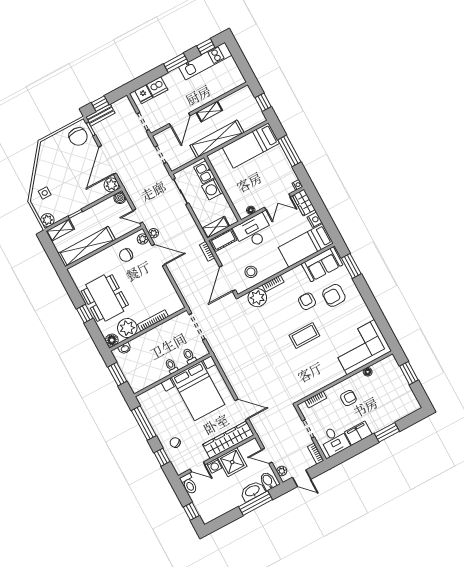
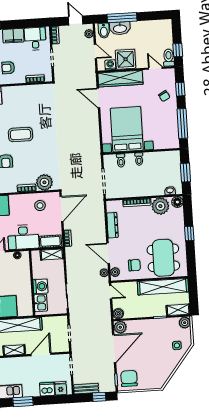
bench: (100, 115) -> (86, 389), moved
dresser: (167, 286) -> (112, 225), added
dining table: (105, 298) -> (163, 258), moved
washing machine: (214, 466) -> (110, 65), moved
window: (191, 511) -> (178, 50), moved

